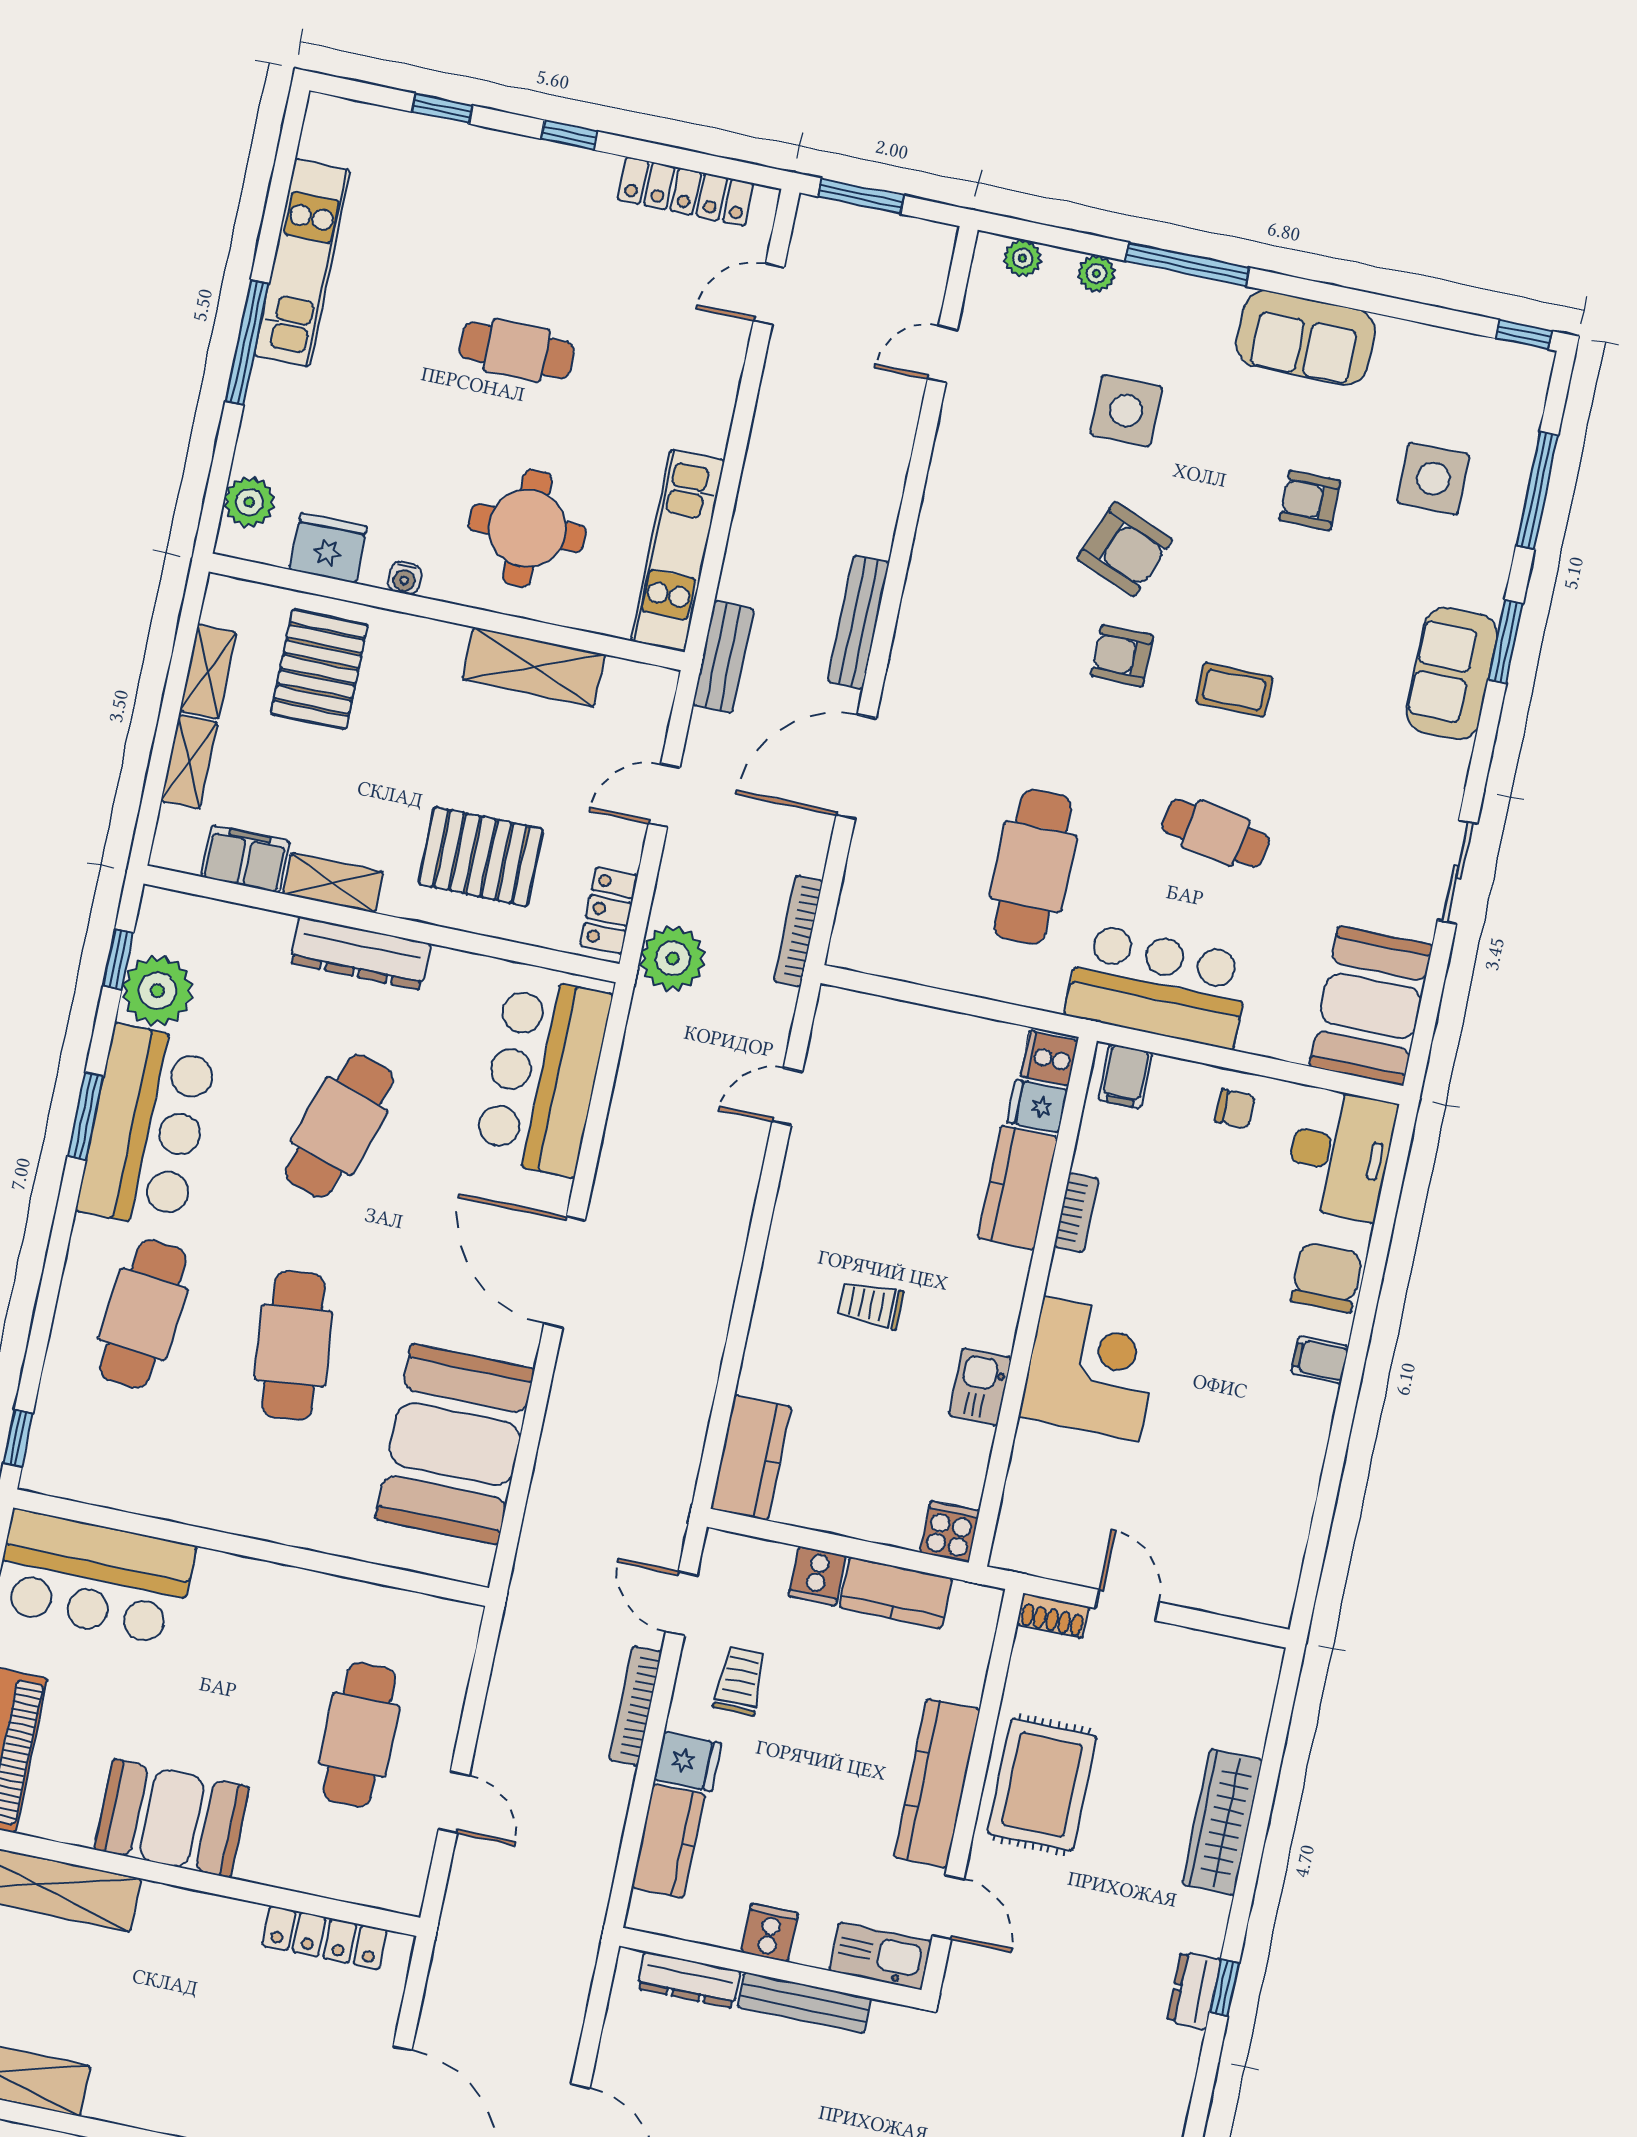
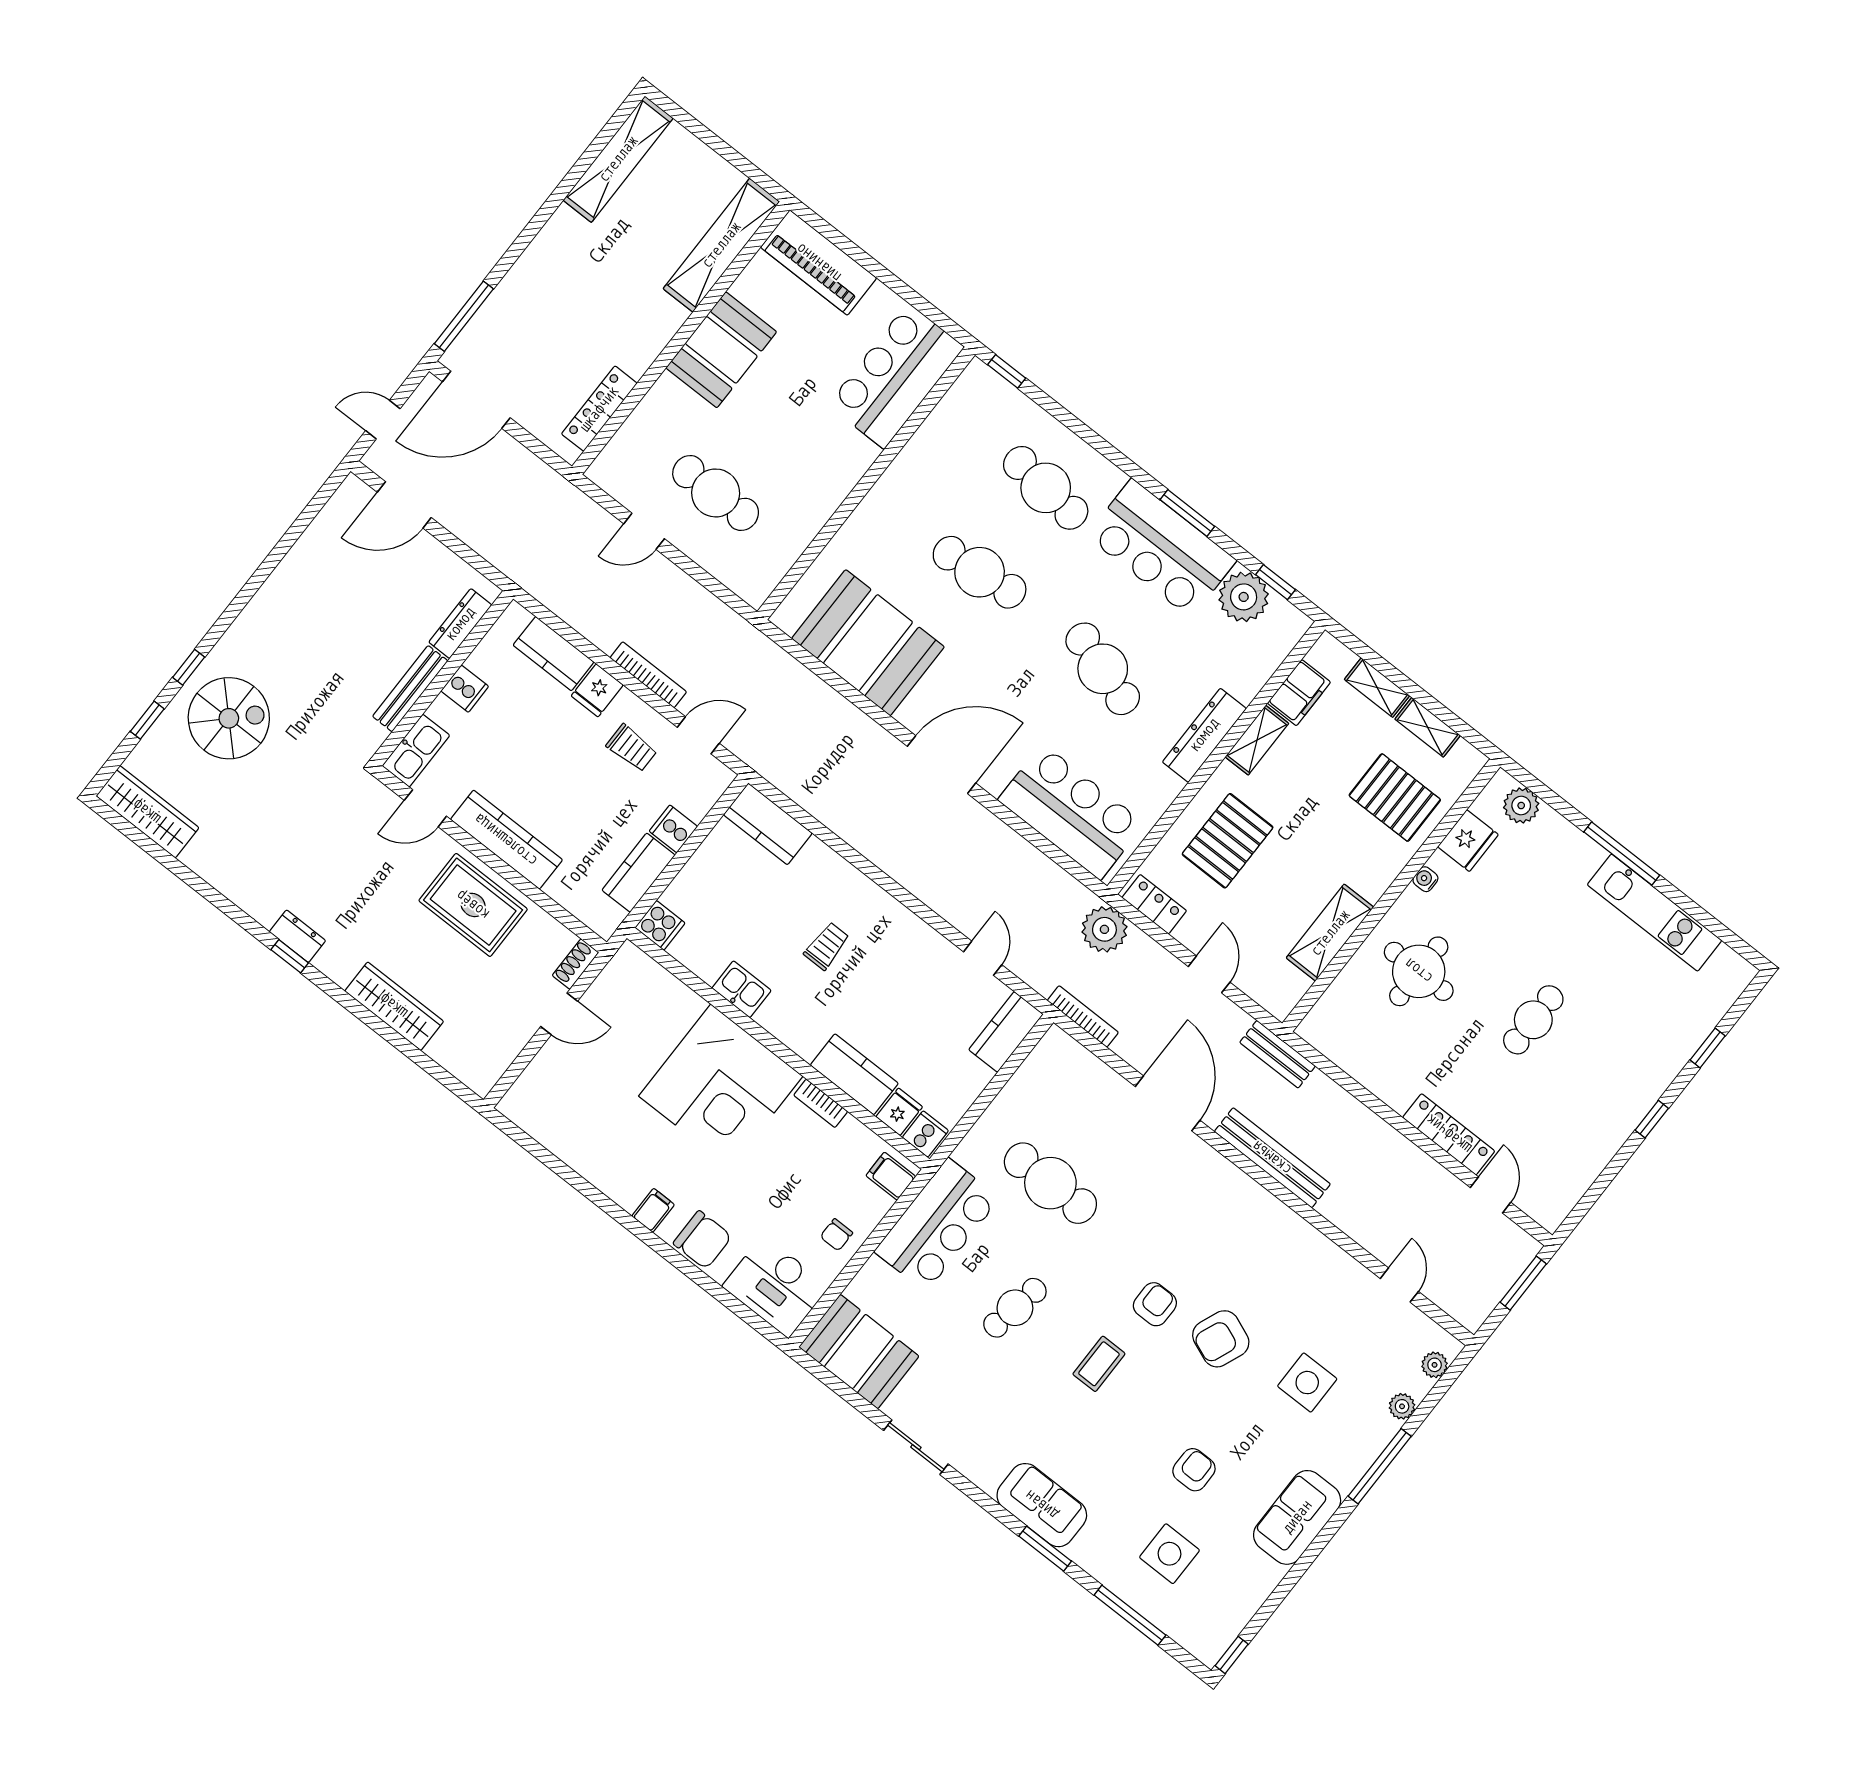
locker: (686, 191) -> (1449, 1134), moved, turned 90
kitchen unit: (678, 551) -> (1358, 1059), removed
bench: (858, 622) -> (1272, 1158), width x1.37, depth x1.21
kitchen counter: (867, 1020) -> (1006, 1032), added
corner desk: (1091, 1369) -> (721, 1086), width x1.36, depth x1.36

